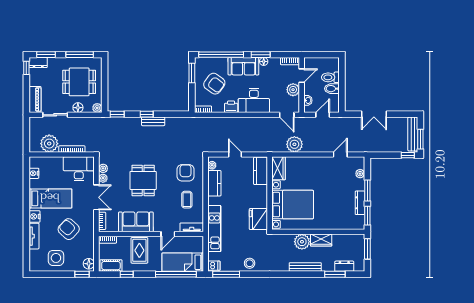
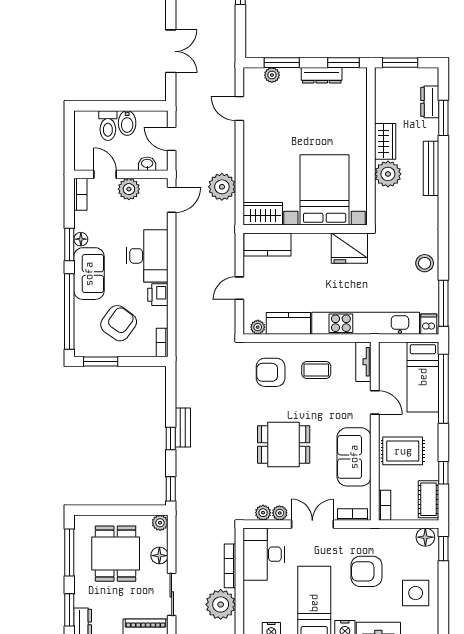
window: (367, 190) -> (282, 63), moved
armchair: (69, 229) -> (366, 571), turned 47
kitchen unit: (214, 229) -> (366, 323), width x1.36

